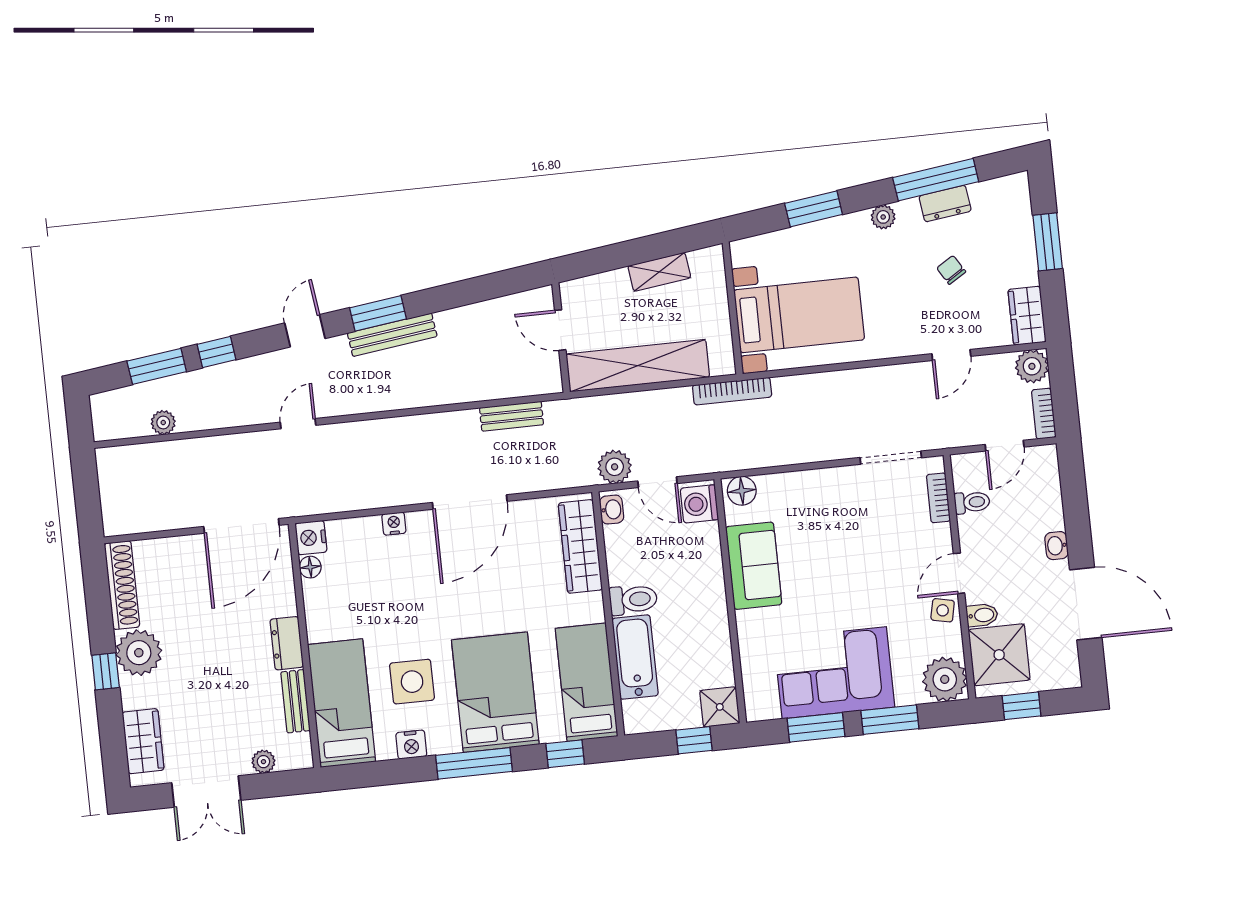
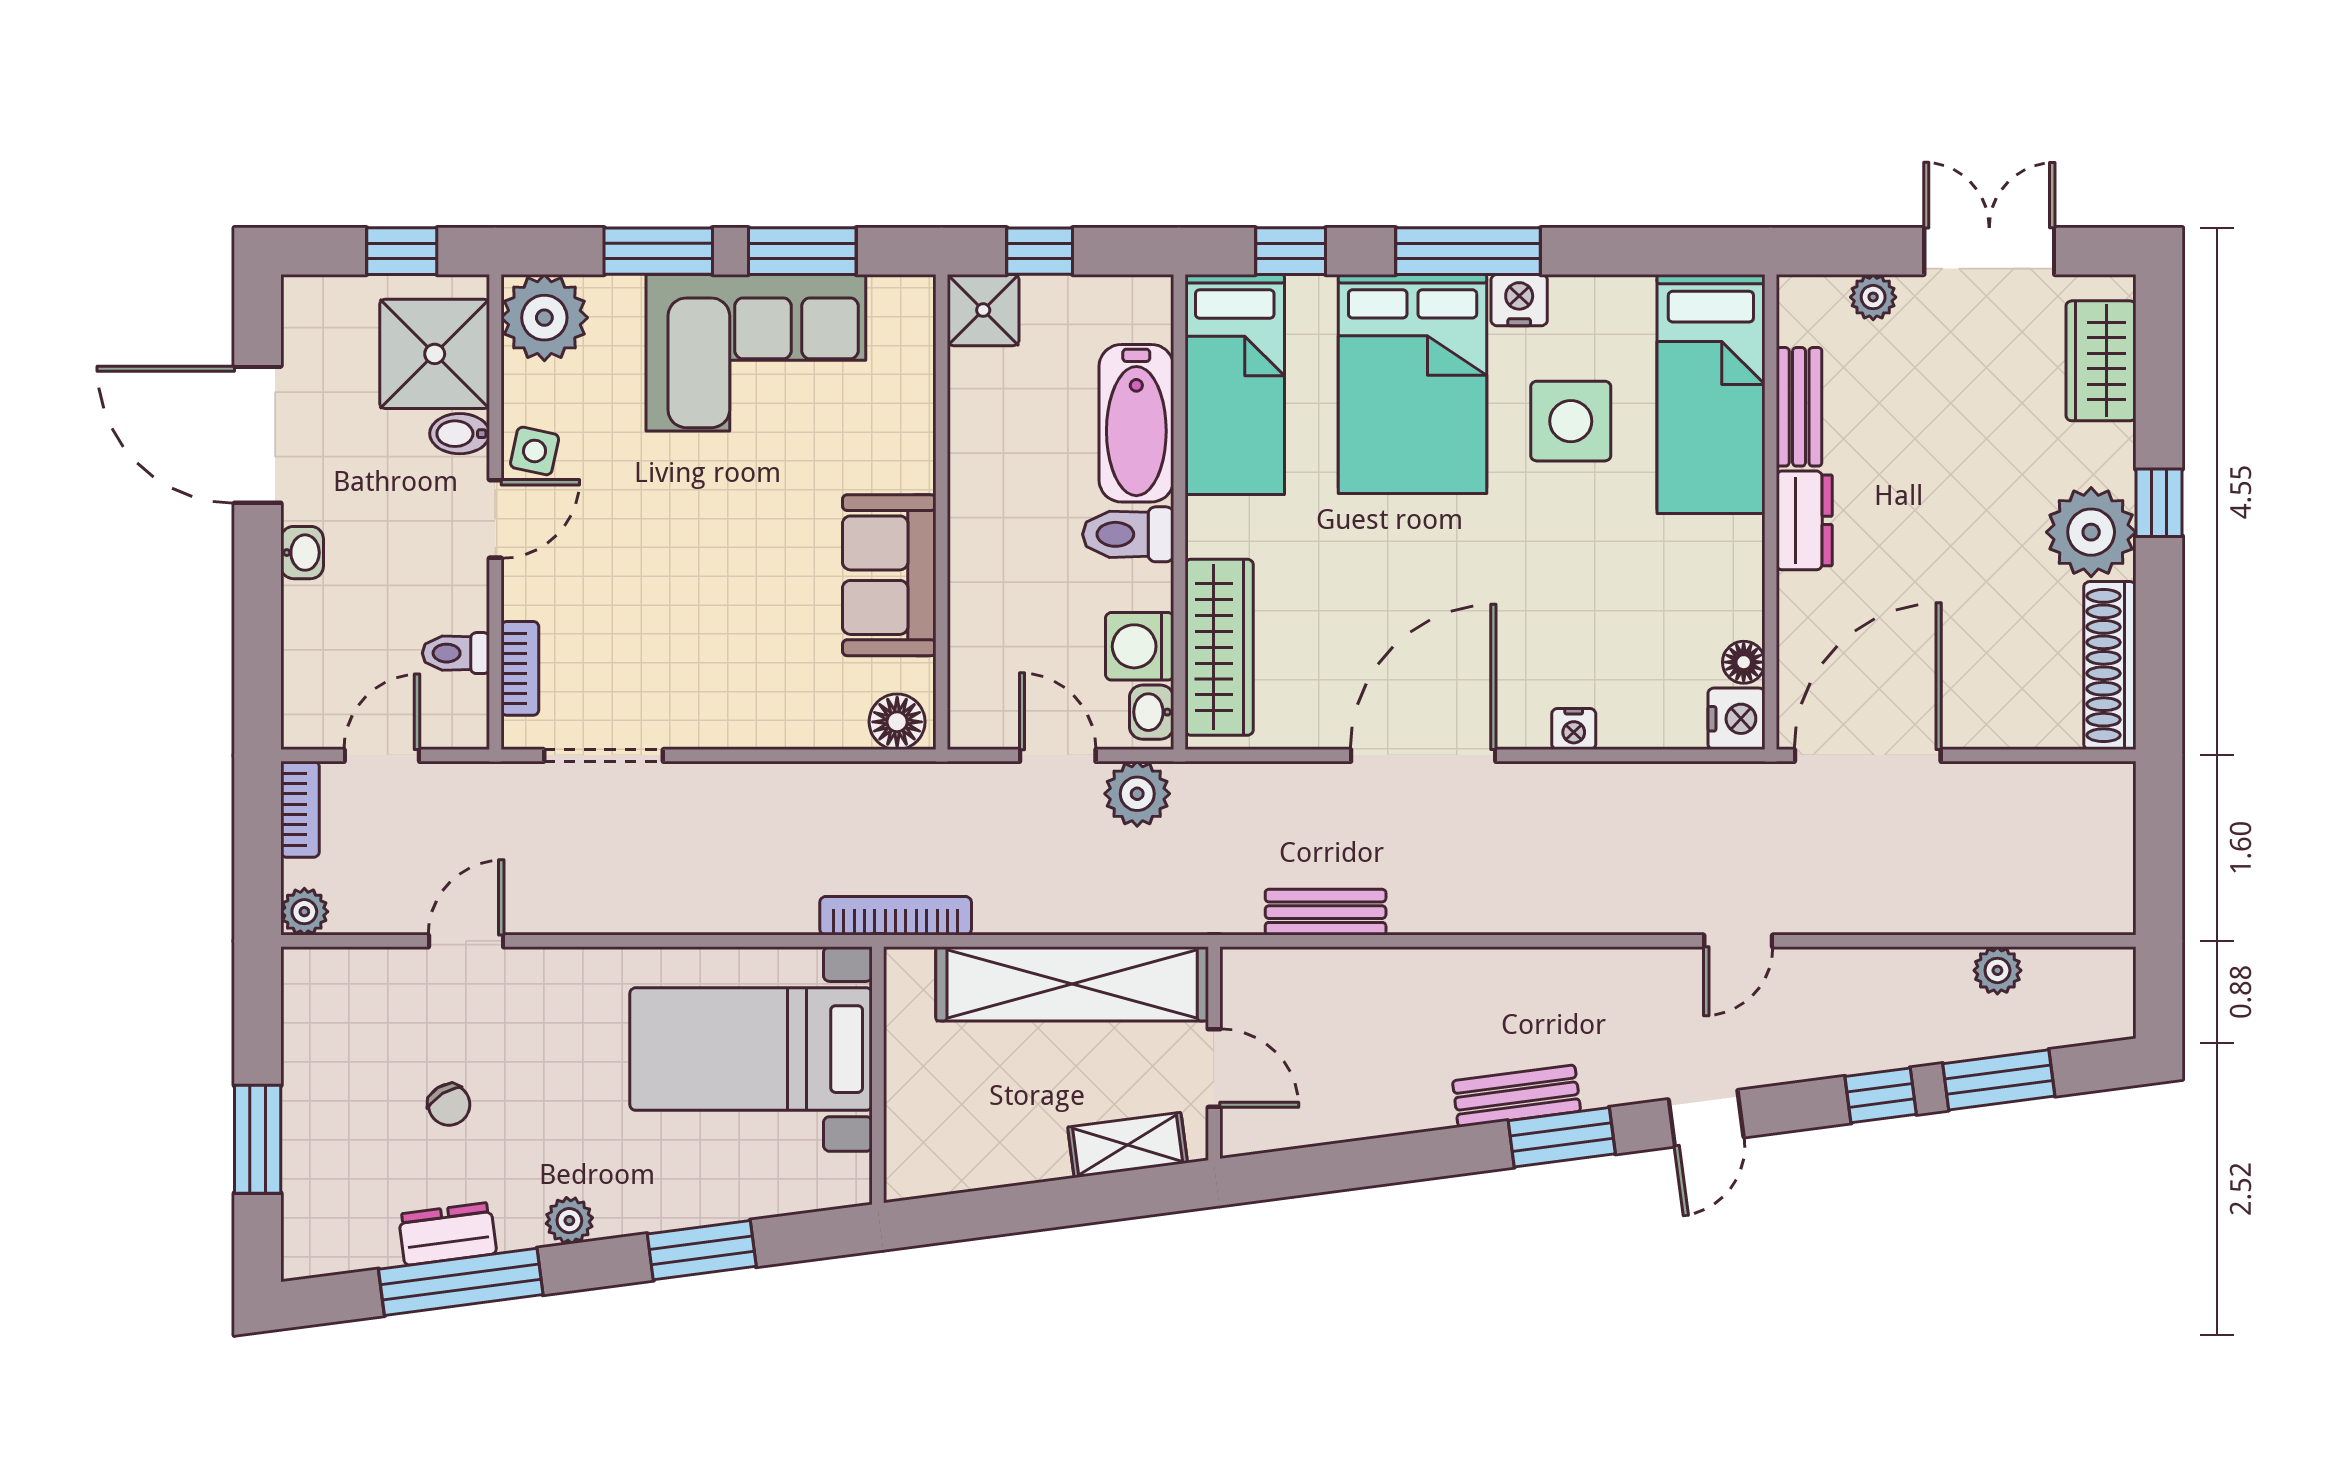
shelving: (659, 272) -> (1128, 1145), moved
wardrobe: (1027, 316) -> (312, 1001), removed
bench: (392, 335) -> (1517, 1096), width x0.73
plant: (1032, 366) -> (304, 912), width x0.73, depth x0.73
washing machine: (699, 504) -> (1140, 646), moved, turned 180
nightstand: (411, 745) -> (1519, 300), moved

